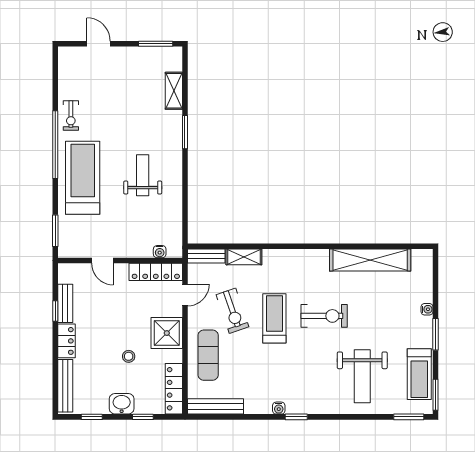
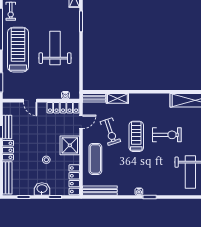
weight bench: (143, 175) -> (55, 48), width x1.36, depth x1.33

